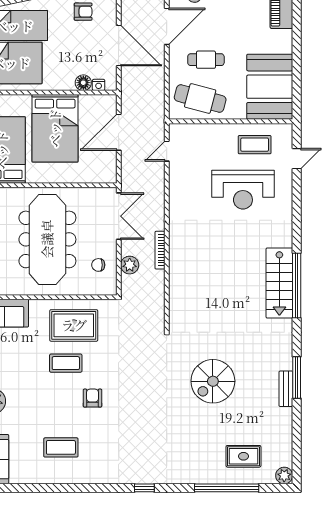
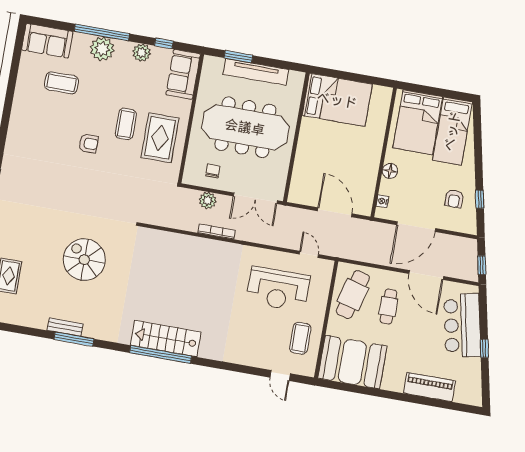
floor lamp: (83, 83) -> (390, 171), moved
bed: (55, 128) -> (349, 153), removed
reception desk: (243, 190) -> (278, 289), moved, turned -90
coffee table: (61, 447) -> (61, 83), moved, turned 90

